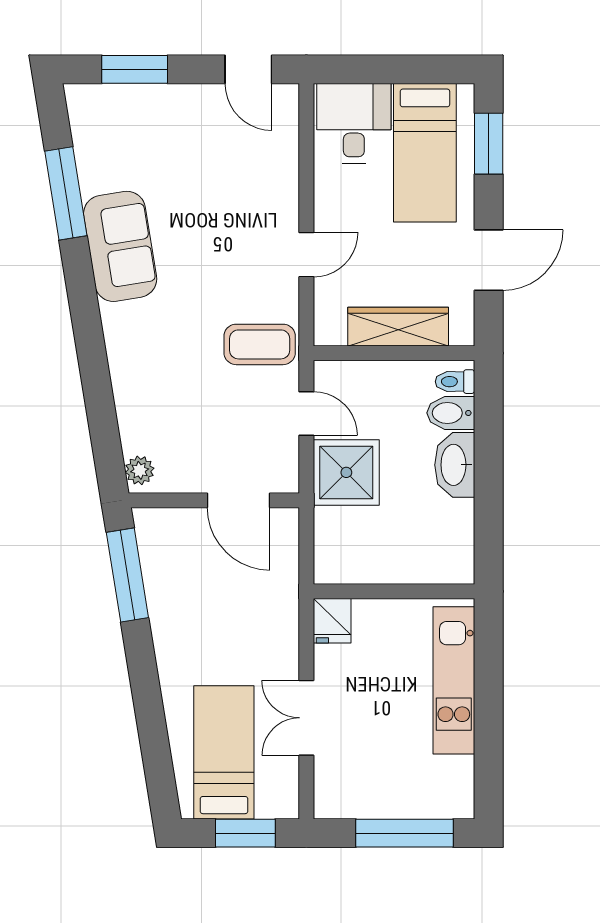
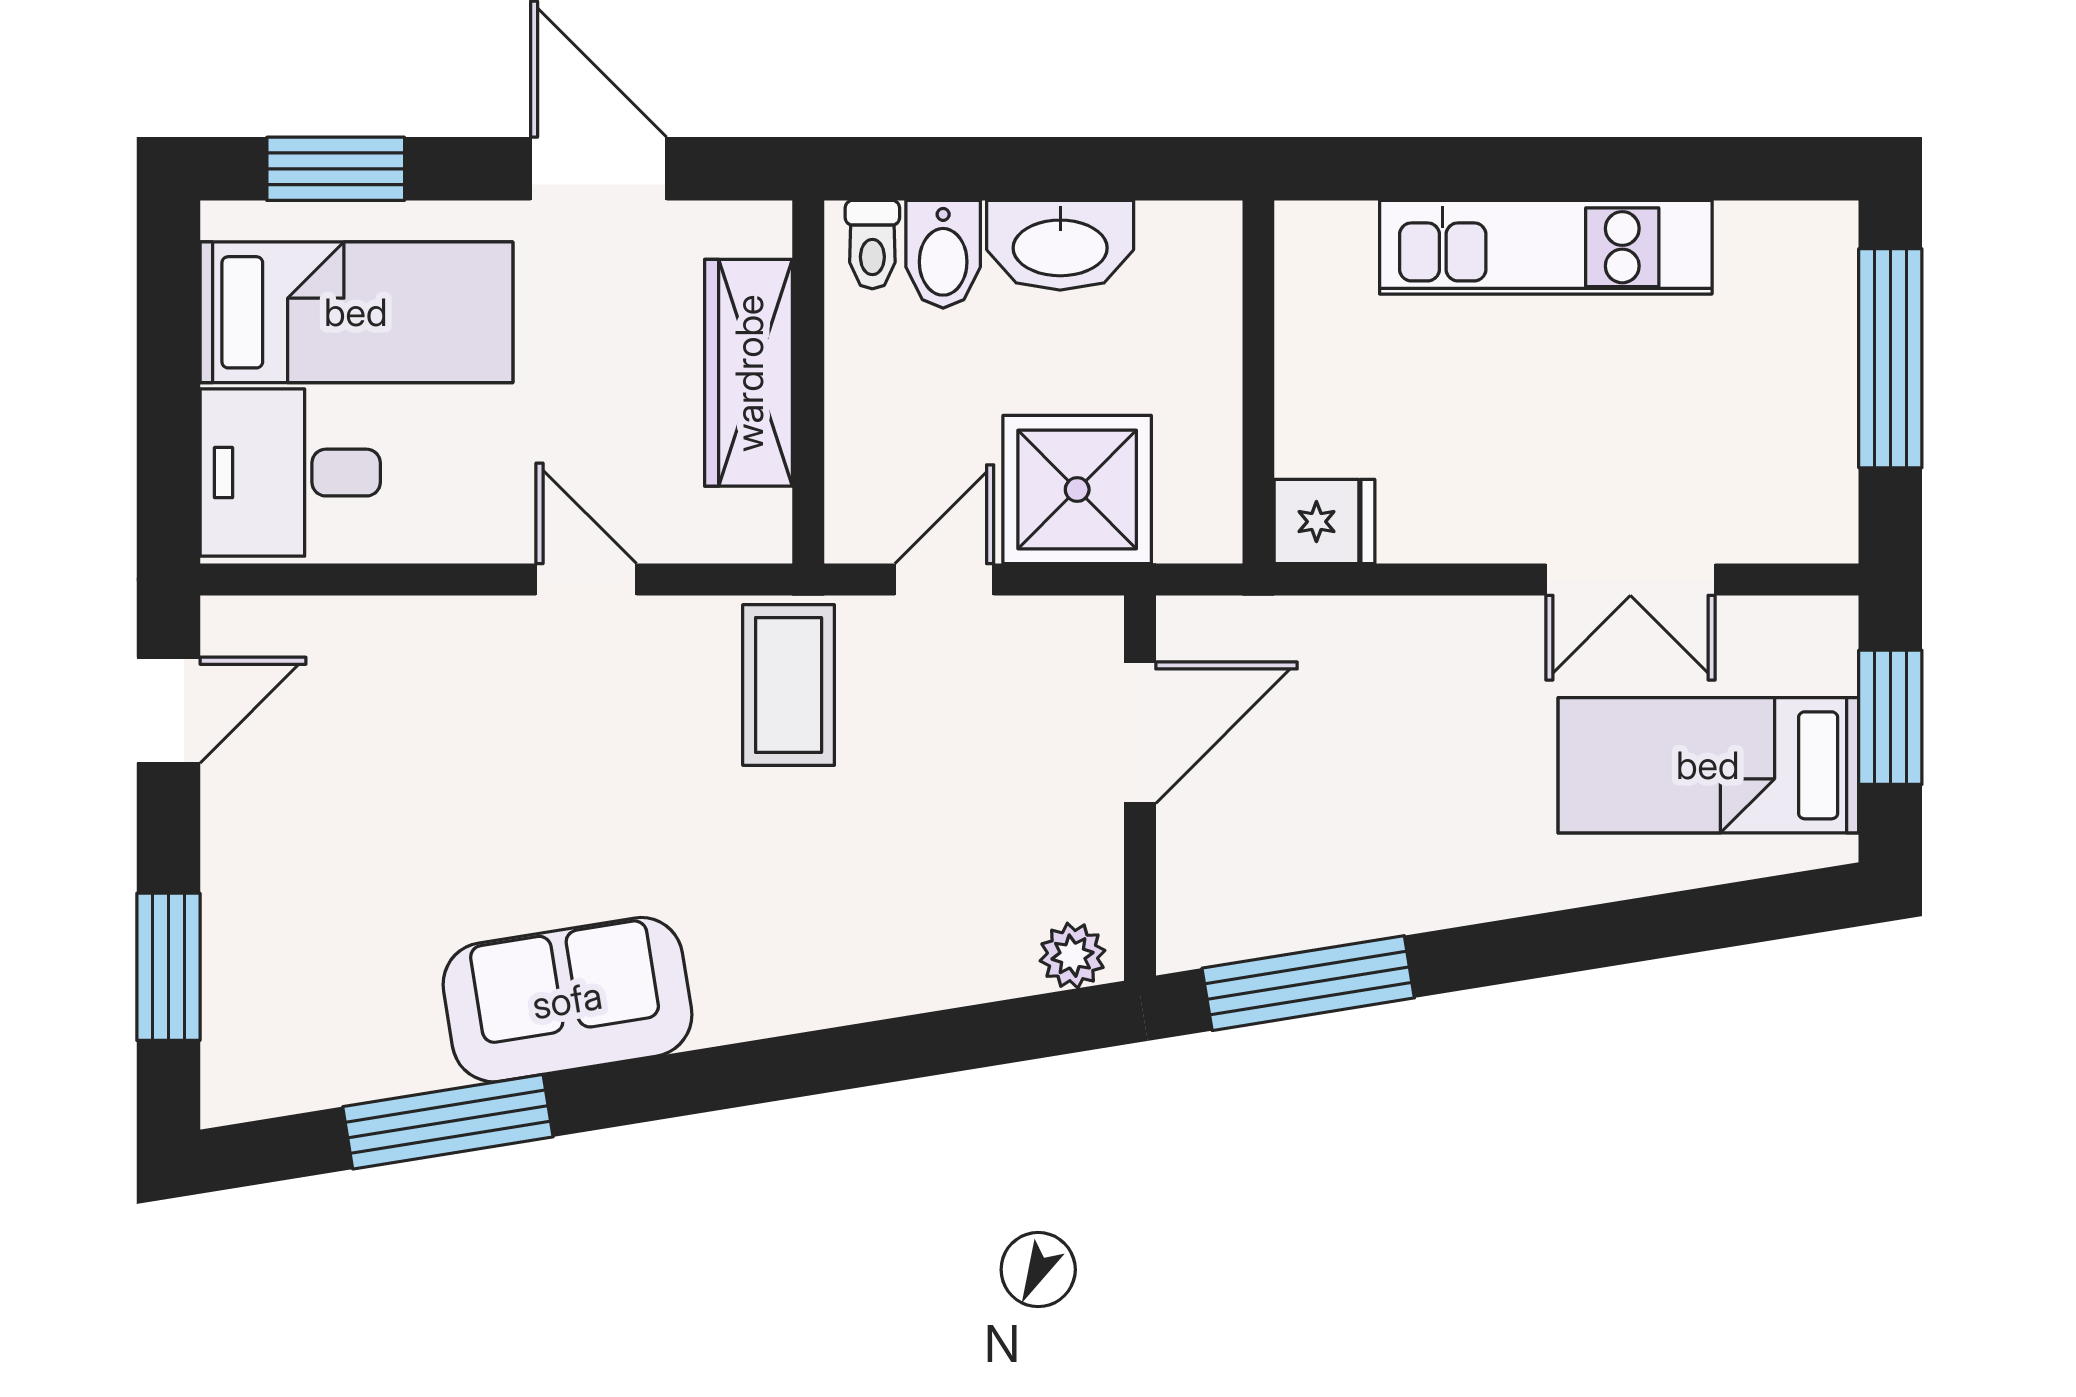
wall: (394, 591) -> (1258, 382), moved
fridge: (332, 621) -> (1325, 522), moved

